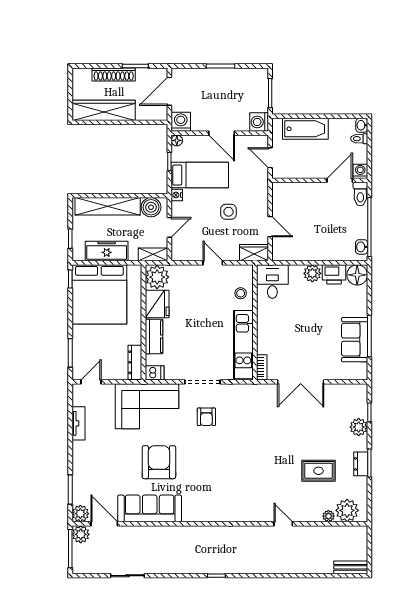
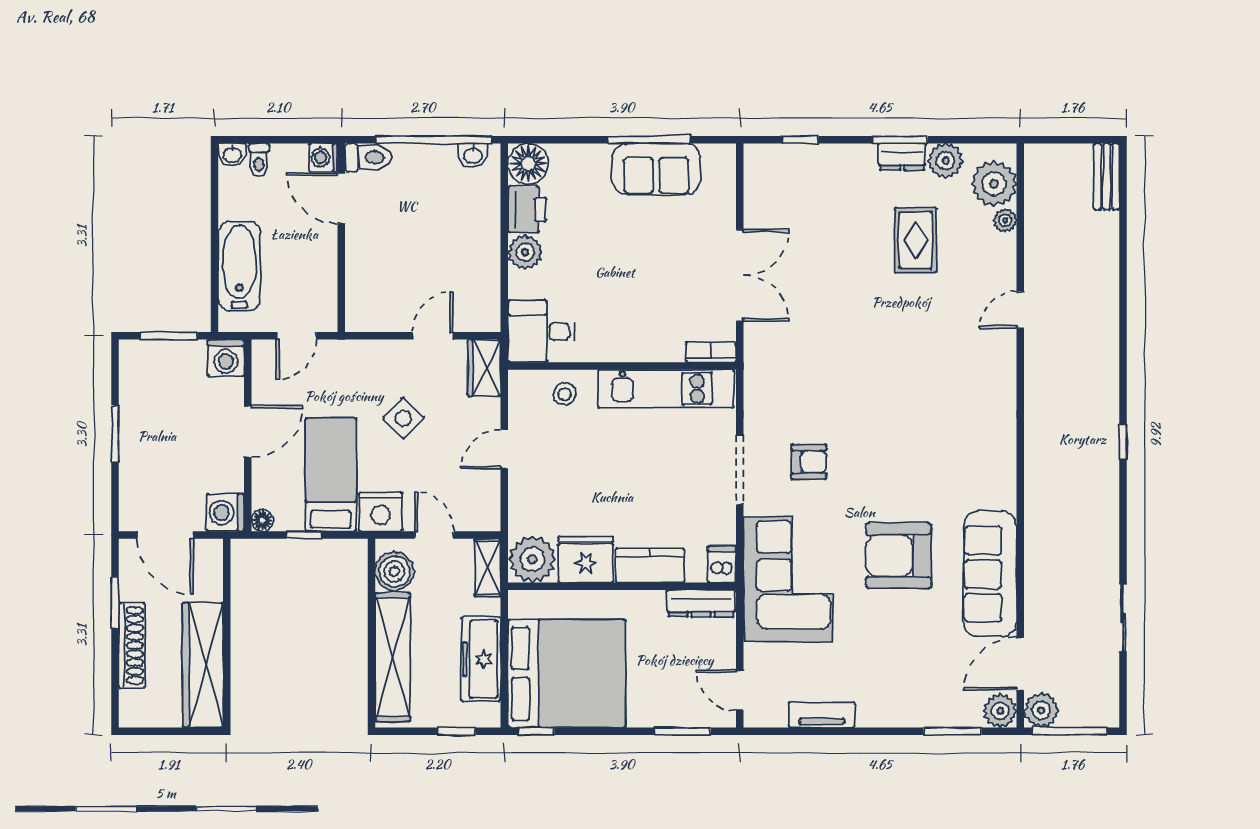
nightstand: (177, 195) -> (381, 512), width x1.89, depth x1.79
side table: (228, 212) -> (403, 418), turned 45
plant: (359, 427) -> (946, 161), moved

